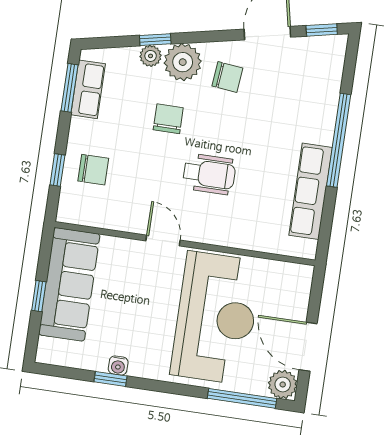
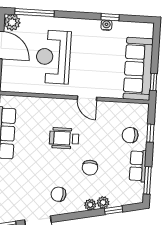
window: (155, 40) -> (114, 210), moved
plant: (183, 62) -> (90, 205), width x0.53, depth x0.53
row of seats: (88, 89) -> (138, 166), moved
window: (39, 296) -> (154, 82), moved
reception desk: (216, 318) -> (53, 57), width x0.74, depth x0.77

